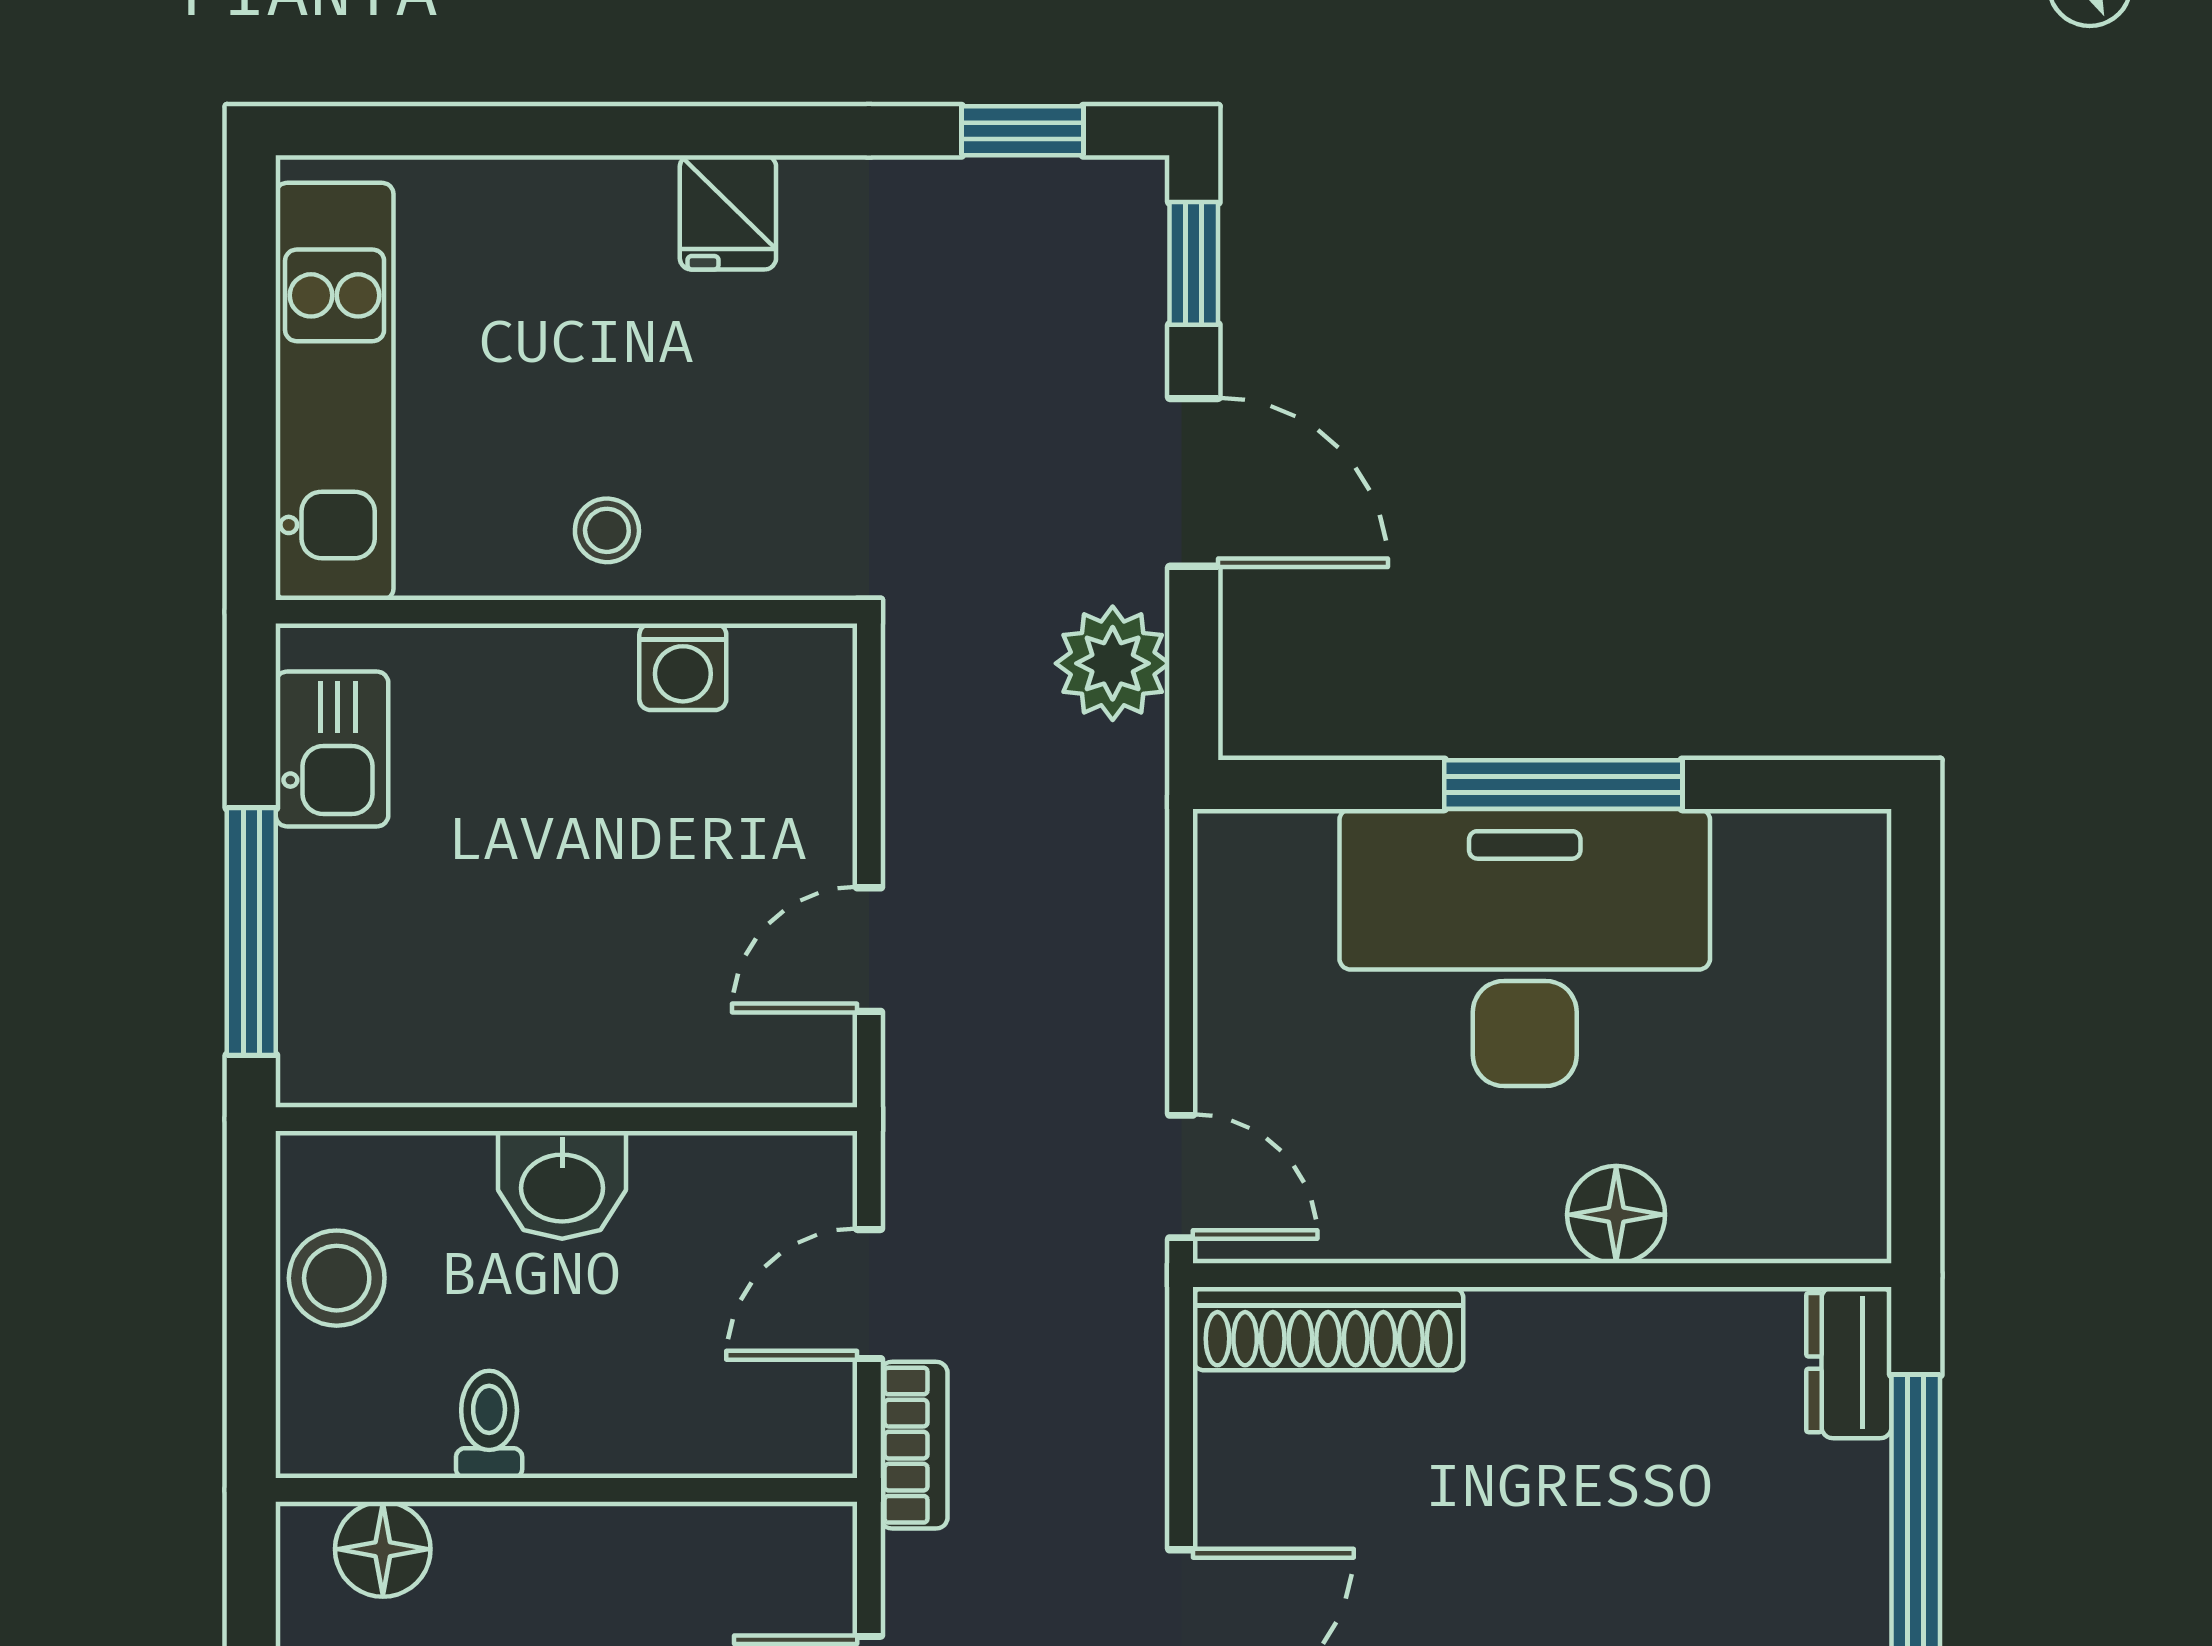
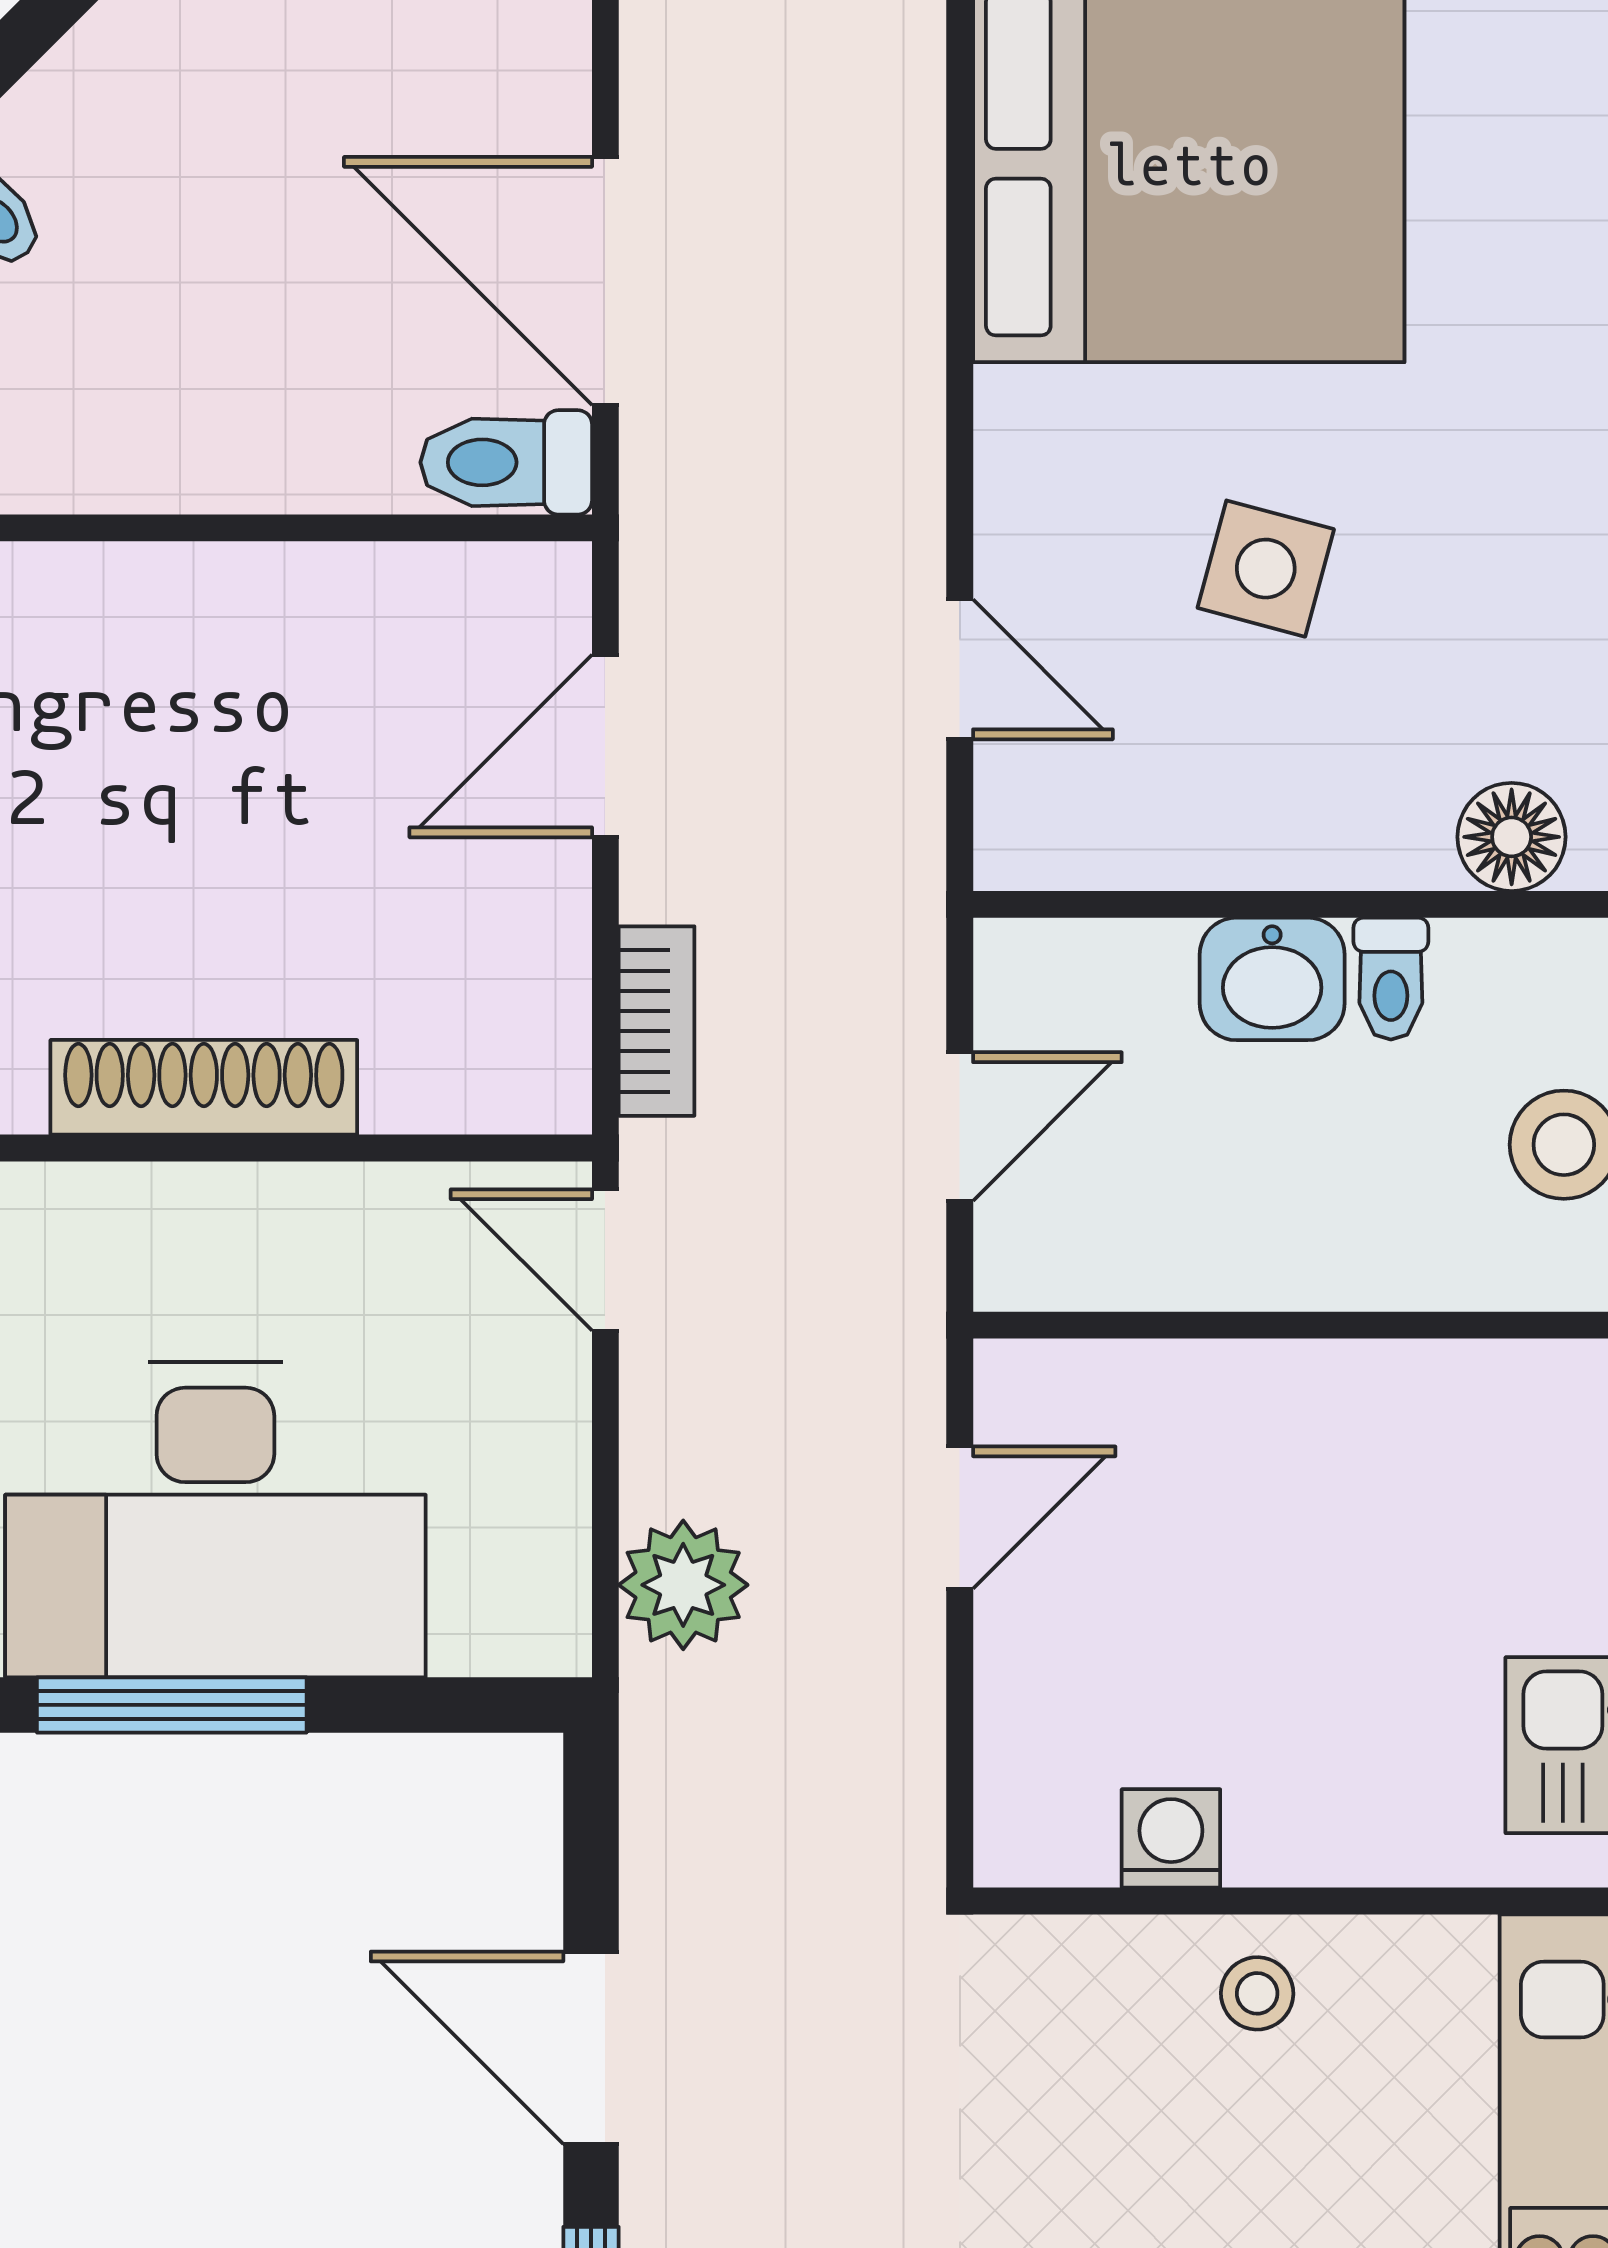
plant: (1113, 663) -> (683, 1585), moved
washbasin: (562, 1185) -> (1272, 979), moved, turned 180
floor lamp: (1616, 1215) -> (112, 1217), removed
shoe rack: (1328, 1329) -> (204, 1087), moved
bookcase: (914, 1445) -> (657, 1021), moved, turned 180

